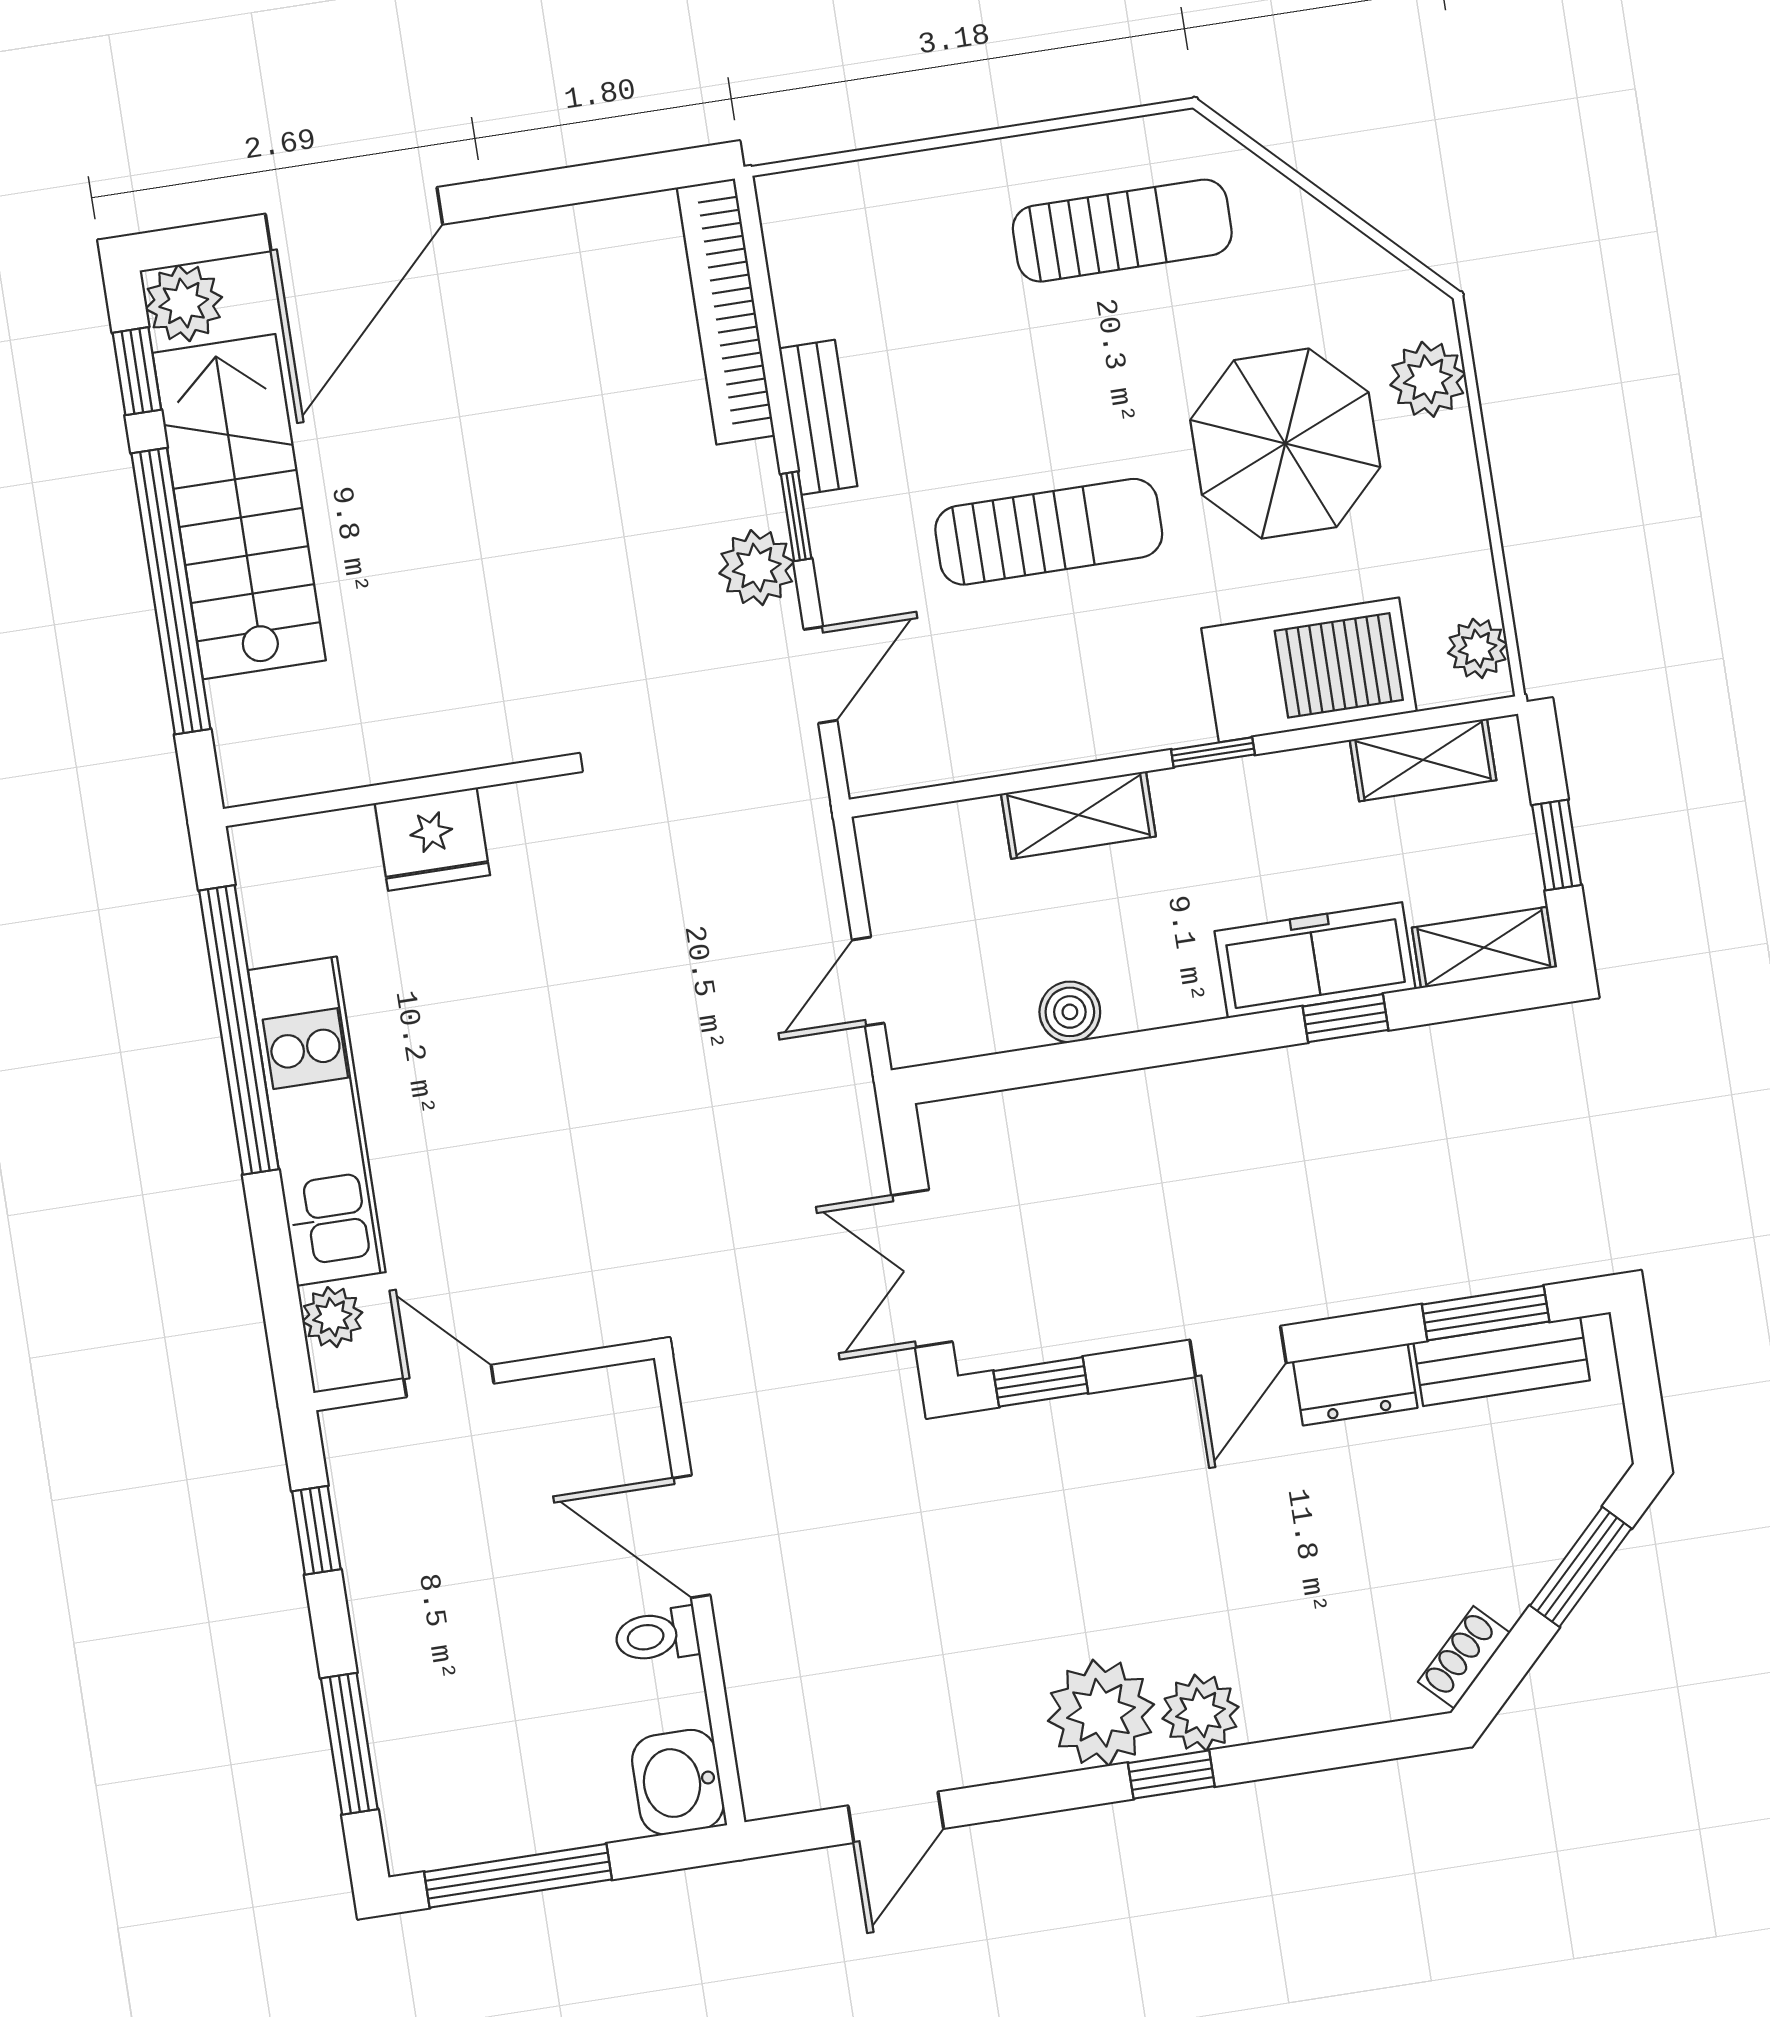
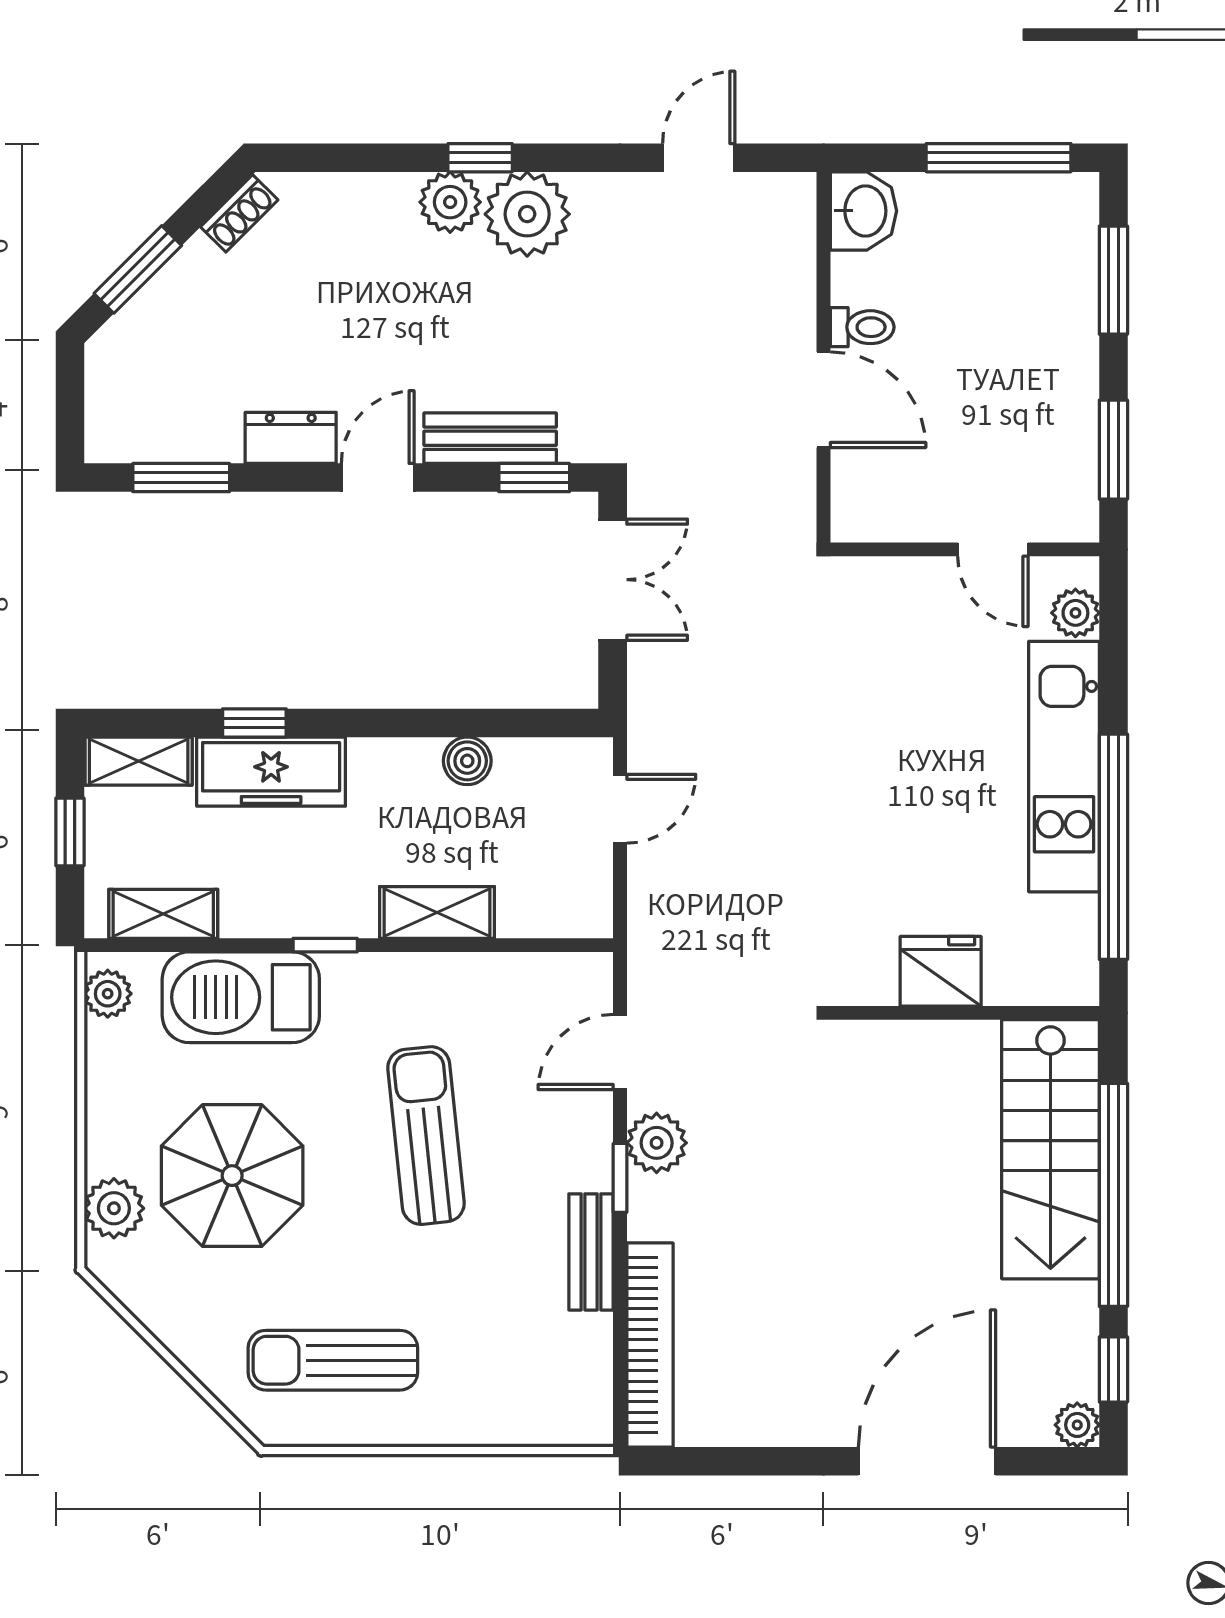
plant: (184, 303) -> (1077, 1425), width x0.73, depth x0.73
stairs: (239, 507) -> (1050, 1149), moved
sun lounger: (1049, 532) -> (426, 1136), turned 84
bench: (1502, 1361) -> (490, 438), moved
window: (316, 1530) -> (1113, 450), width x1.50

